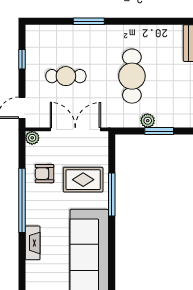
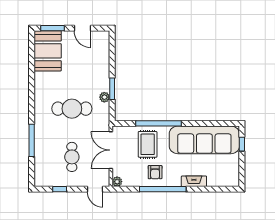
window: (89, 21) -> (32, 140), width x1.44
armchair: (44, 174) -> (155, 172), moved
window: (112, 194) -> (158, 123), width x1.46

